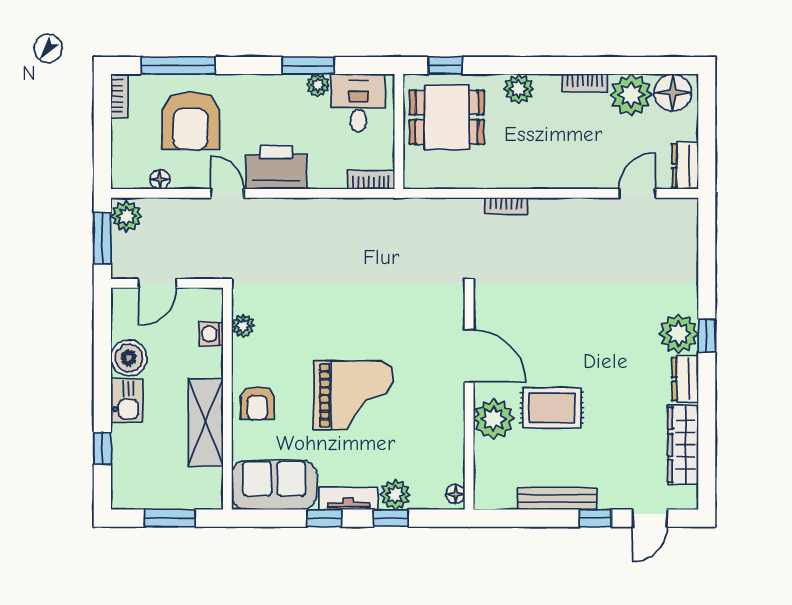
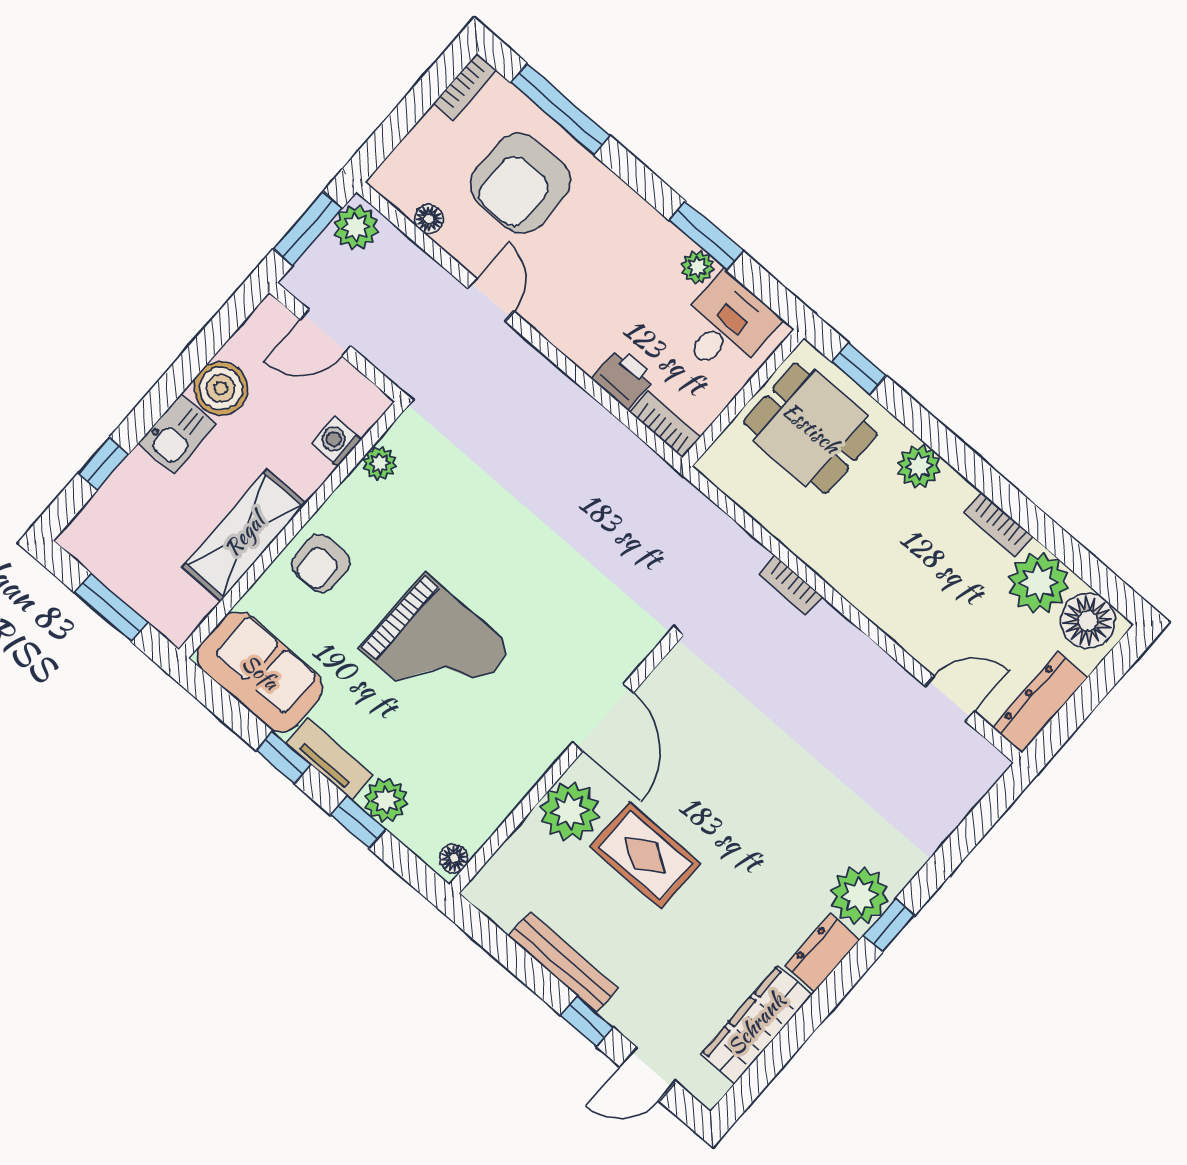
dresser: (685, 166) -> (1040, 703), width x1.44
printer: (276, 167) -> (623, 378), moved, width x0.53, depth x0.68

